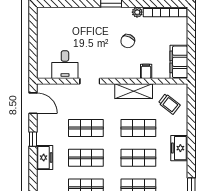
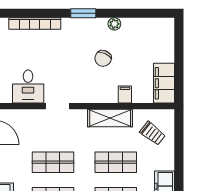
bookcase: (165, 12) -> (35, 24), moved

